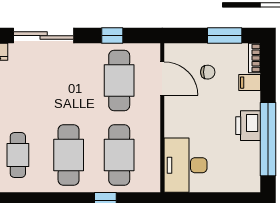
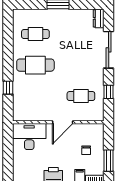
door: (162, 79) -> (63, 122), moved
cafe table: (119, 81) -> (81, 96), width x0.73, depth x0.74
cafe table: (119, 155) -> (35, 96), removed

